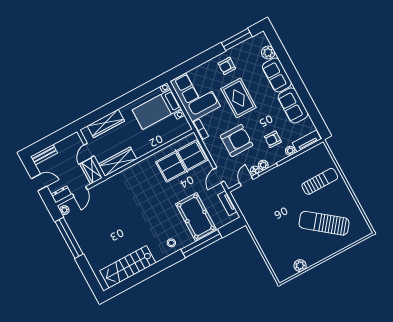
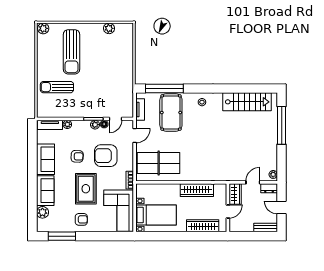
armchair: (273, 139) -> (77, 156), moved
wardrobe: (118, 162) -> (197, 190), moved
sun lounger: (324, 223) -> (72, 52), turned 52
plant: (364, 231) -> (43, 28), added
window: (69, 238) -> (282, 125), moved
window: (202, 244) -> (164, 89), moved

